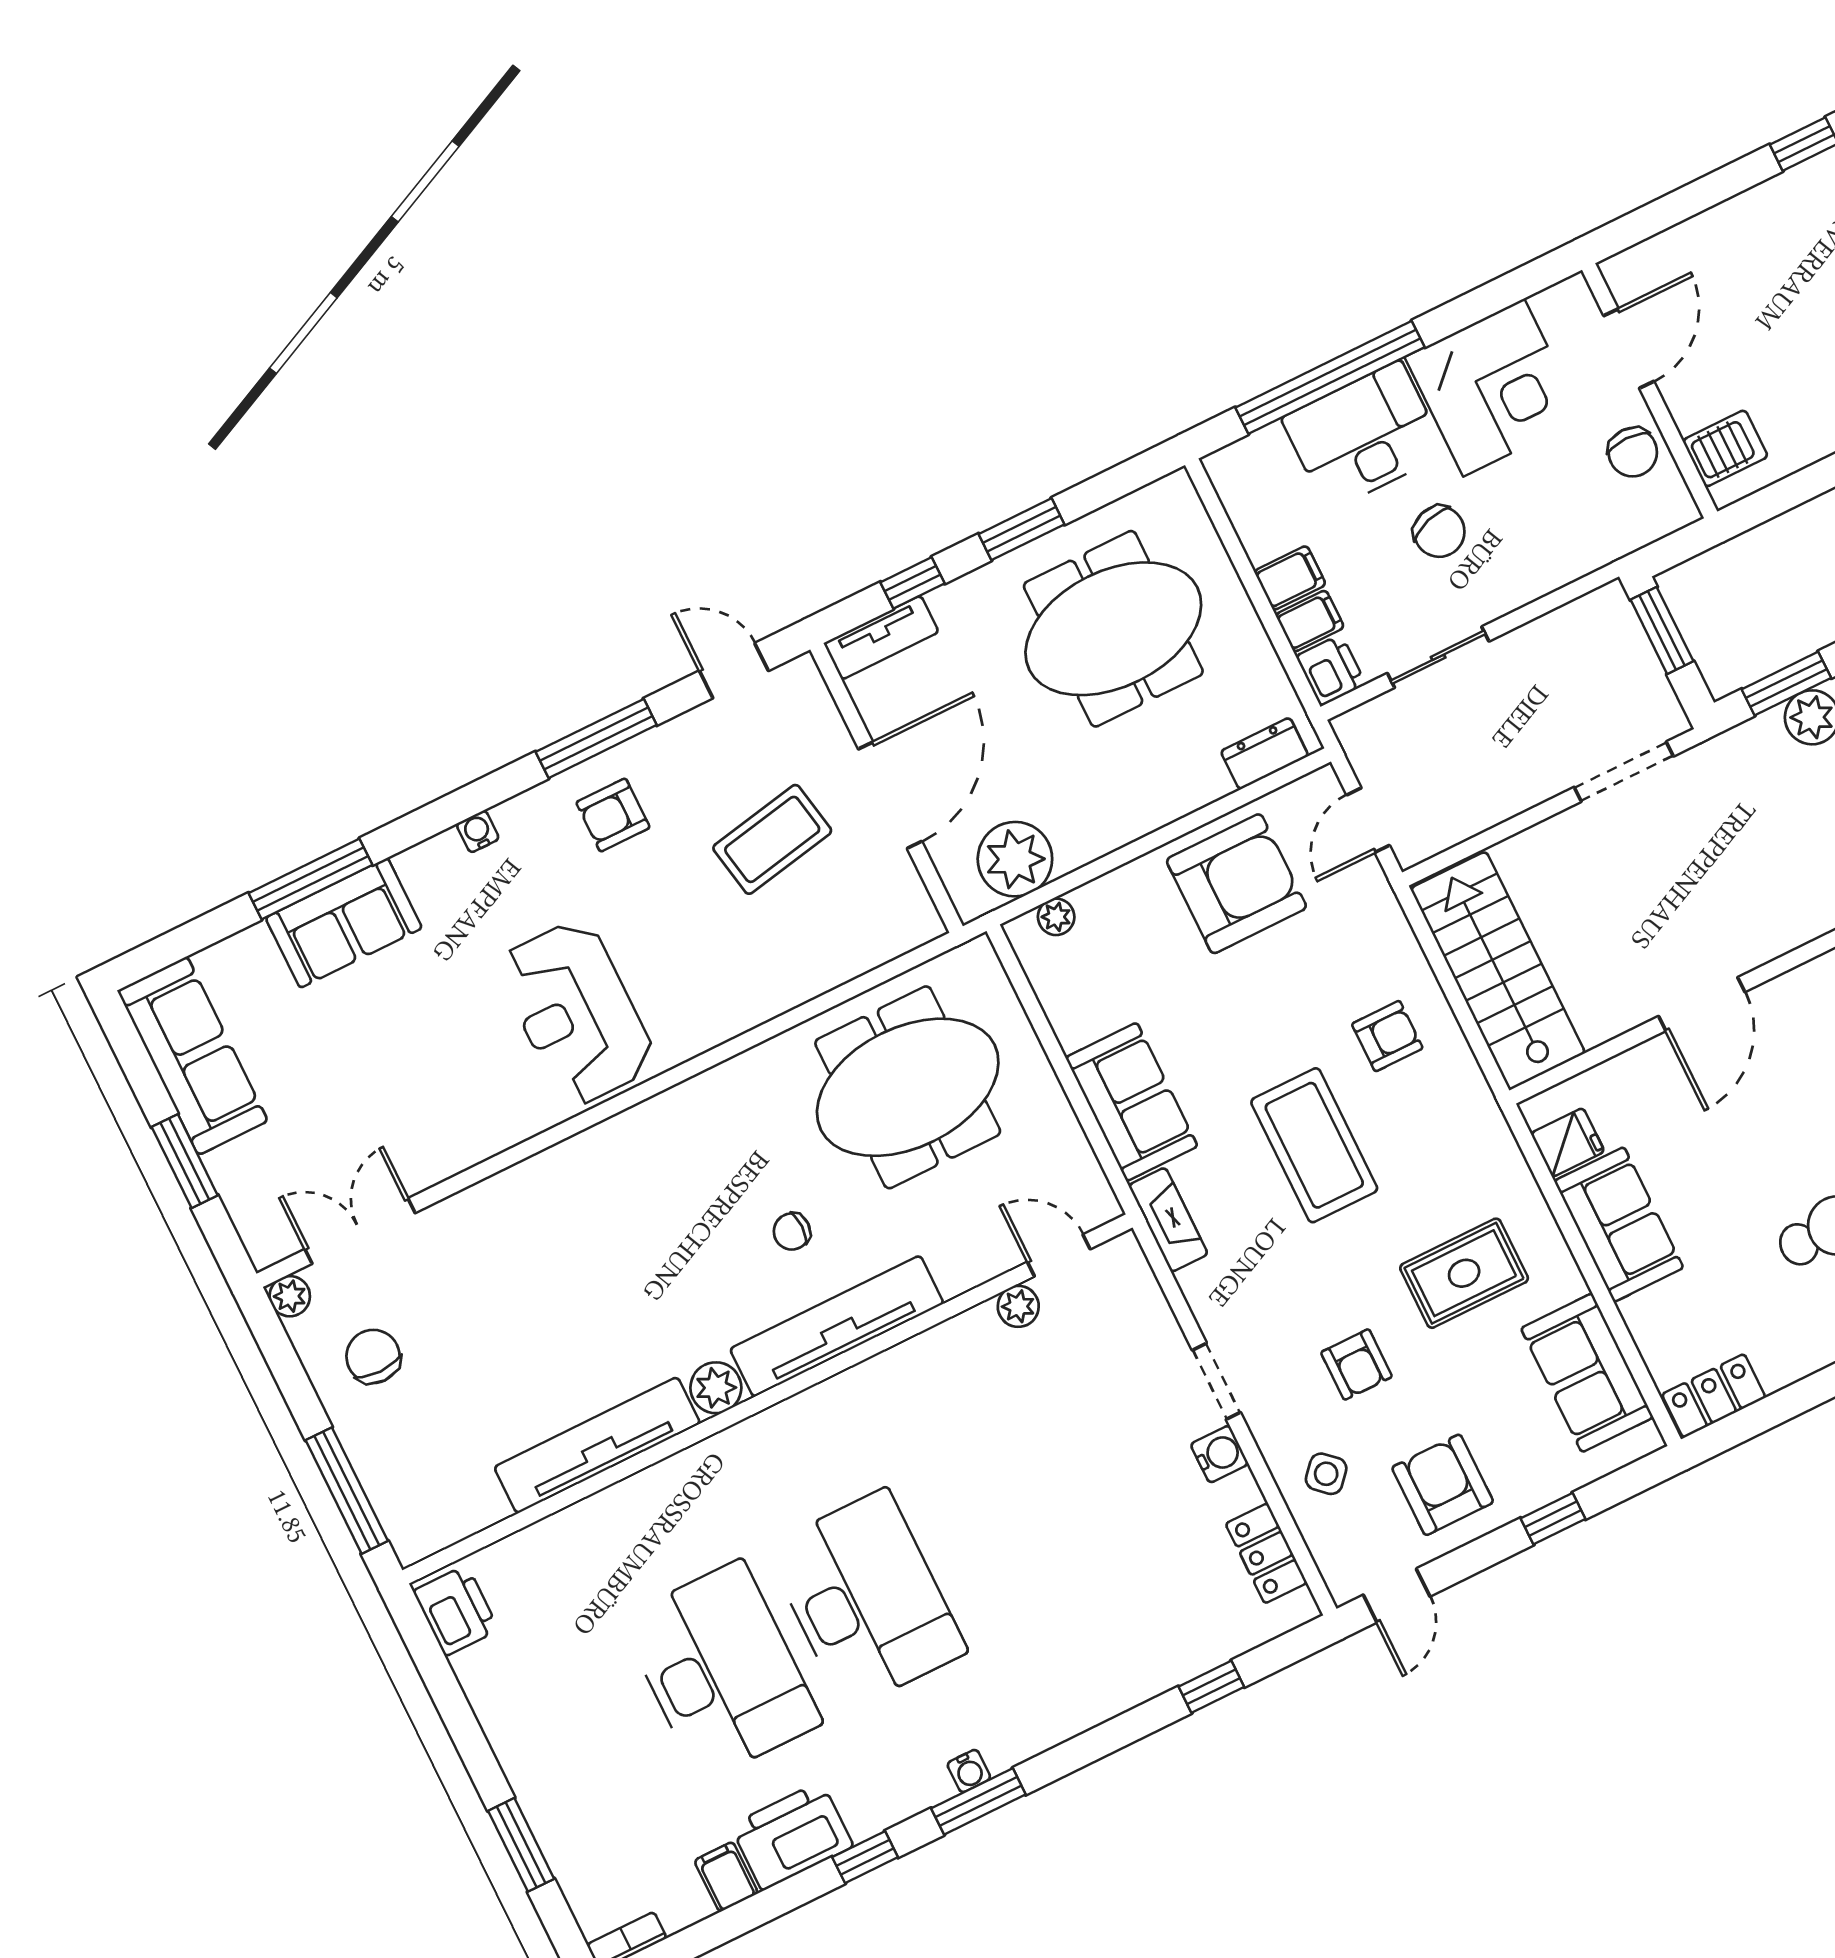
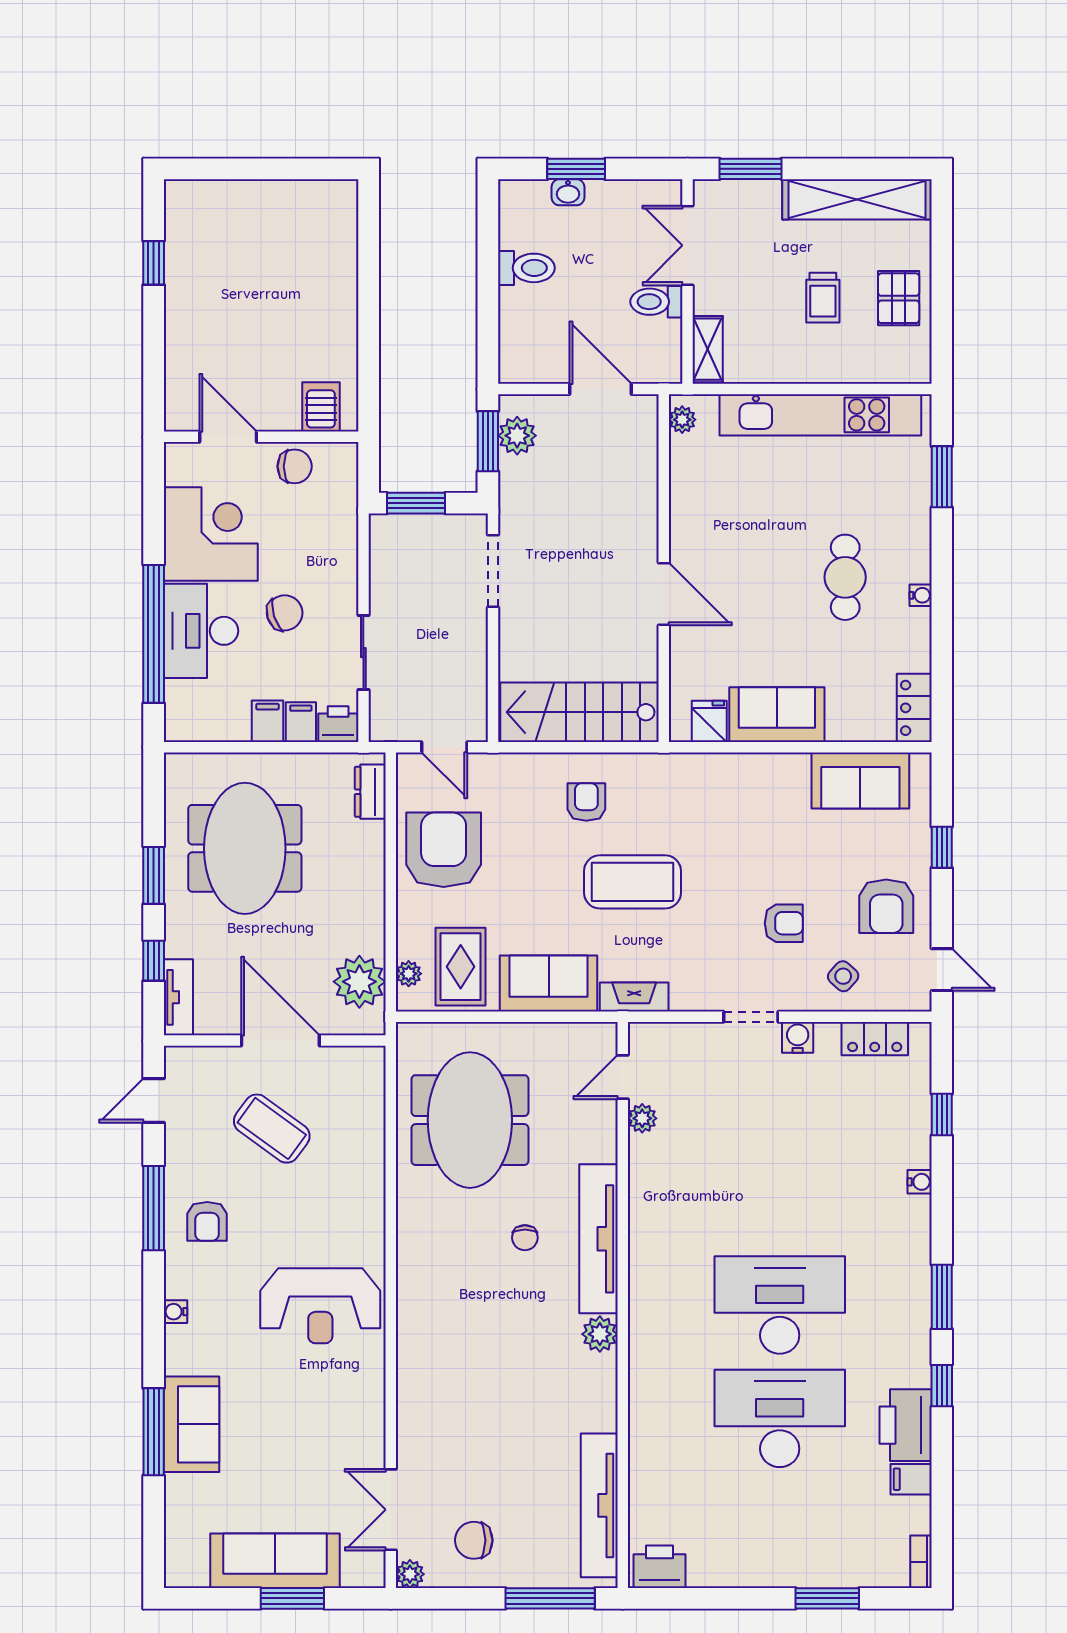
coffee table: (772, 839) -> (272, 1129), turned -43
sofa: (193, 1056) -> (275, 1561), moved
rug: (1464, 1273) -> (461, 967), moved
tv unit: (597, 1445) -> (599, 1505), moved
armchair: (1443, 1485) -> (886, 906), turned -90
water cooler: (969, 1771) -> (920, 1182), moved

